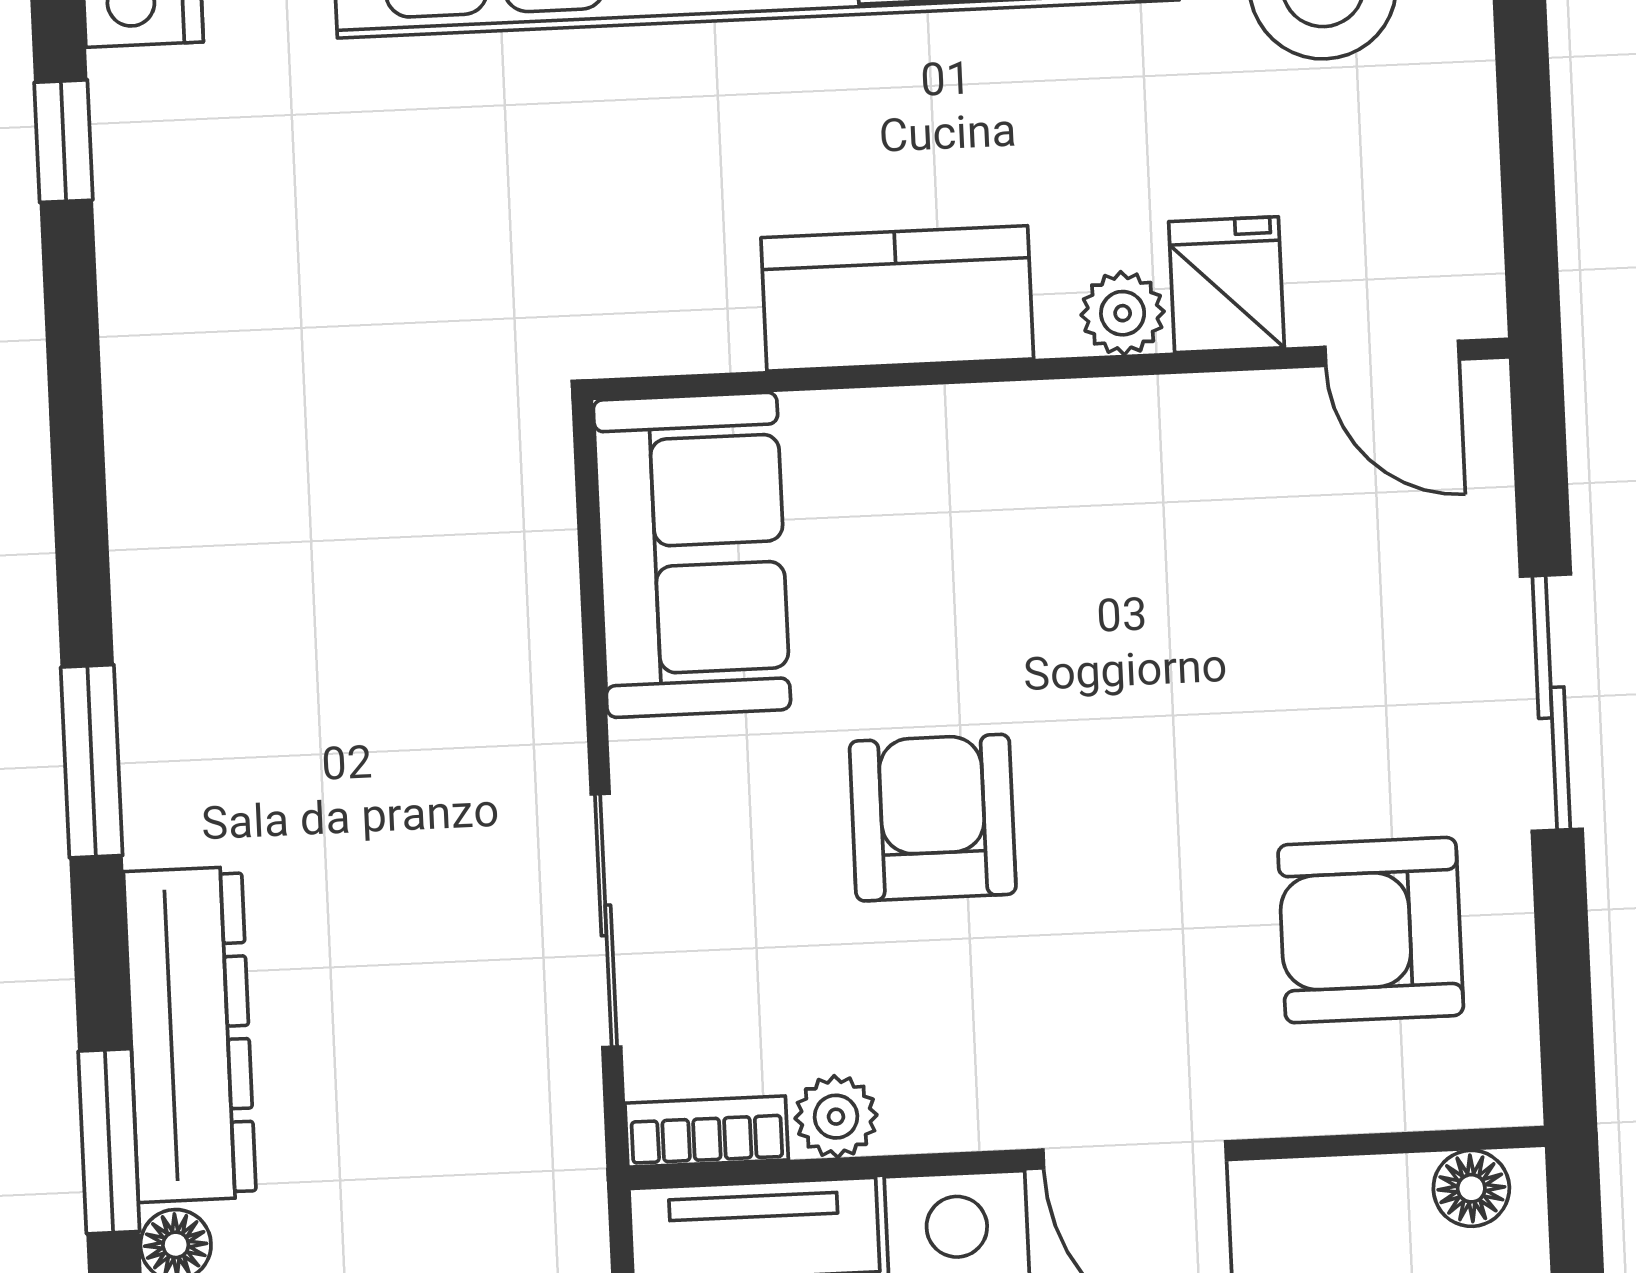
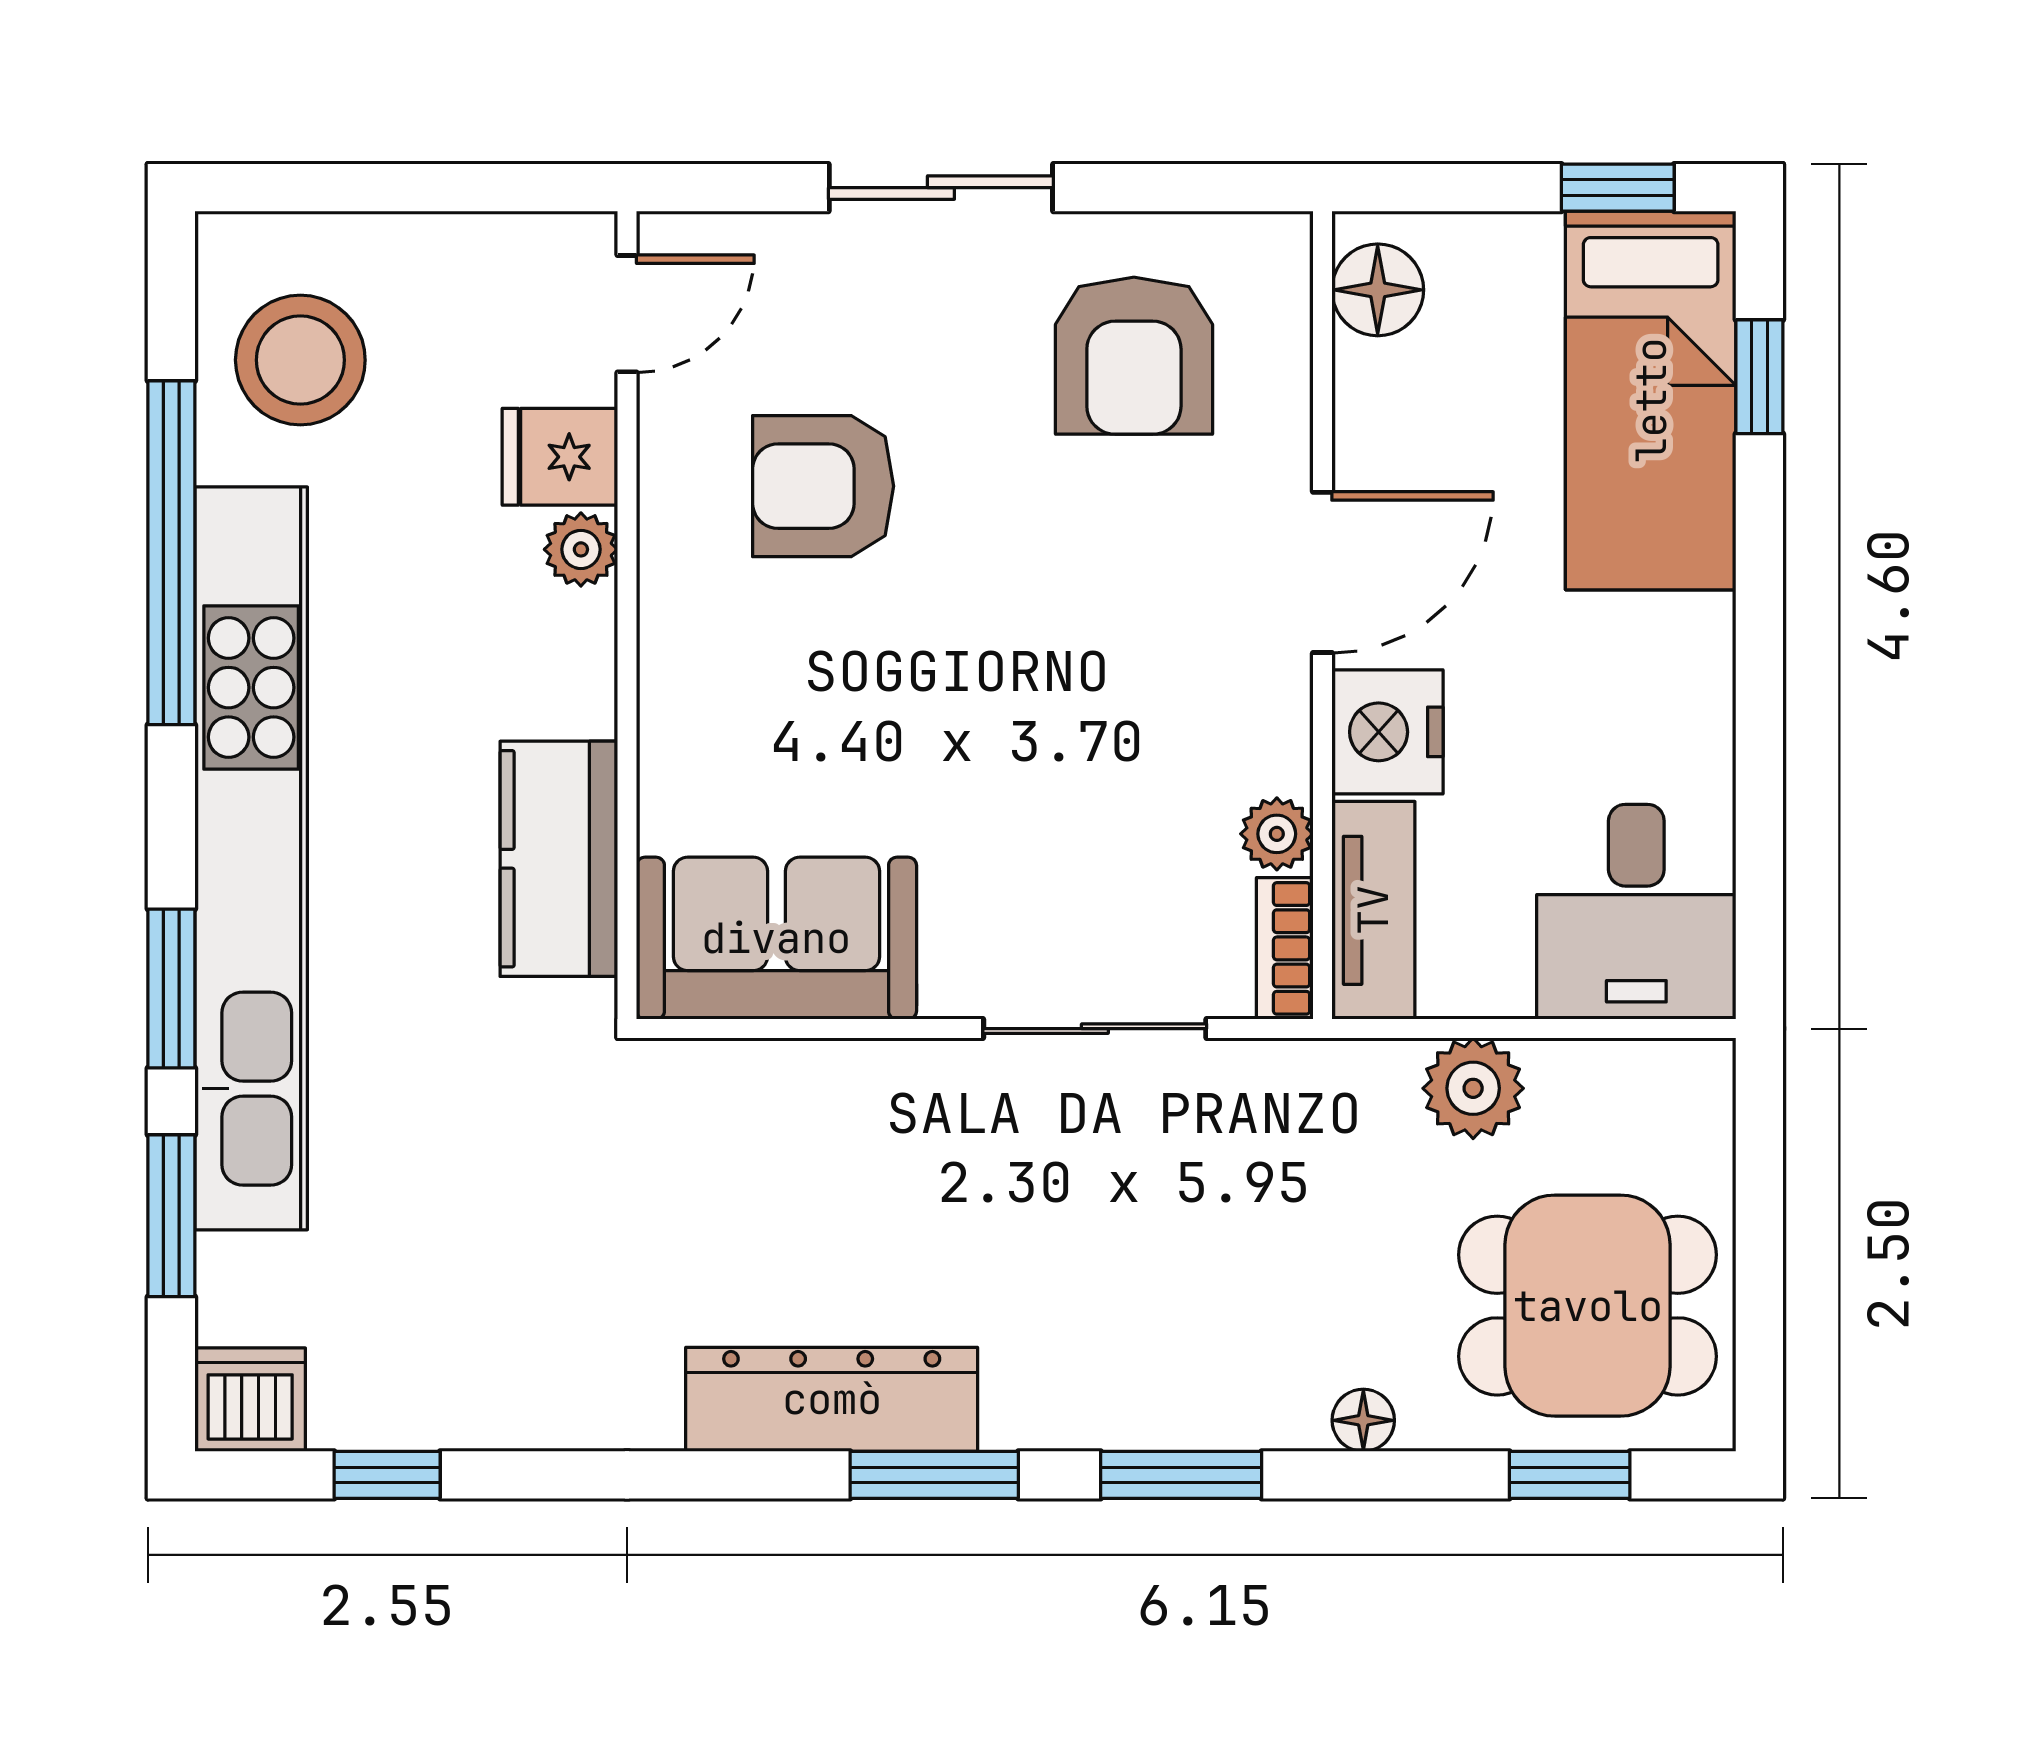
kitchen counter: (897, 298) -> (559, 859), moved
armchair: (933, 818) -> (823, 486), moved
dresser: (190, 1034) -> (832, 1399), moved
window: (109, 1141) -> (1181, 1475), moved
floor lamp: (1471, 1188) -> (1378, 290), width x1.37, depth x1.37

